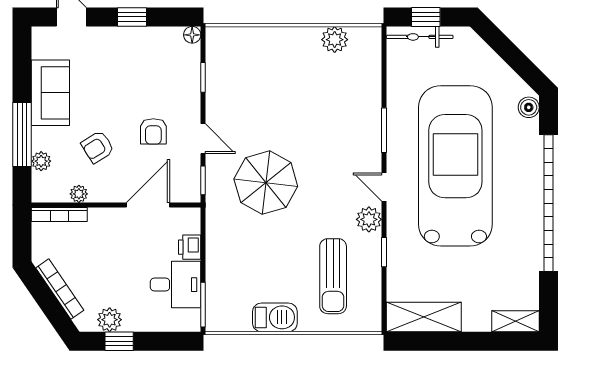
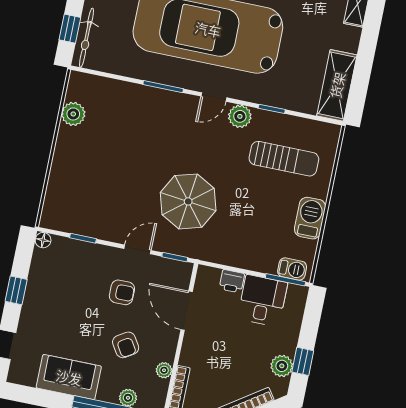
barbecue: (216, 309) -> (292, 269), added

